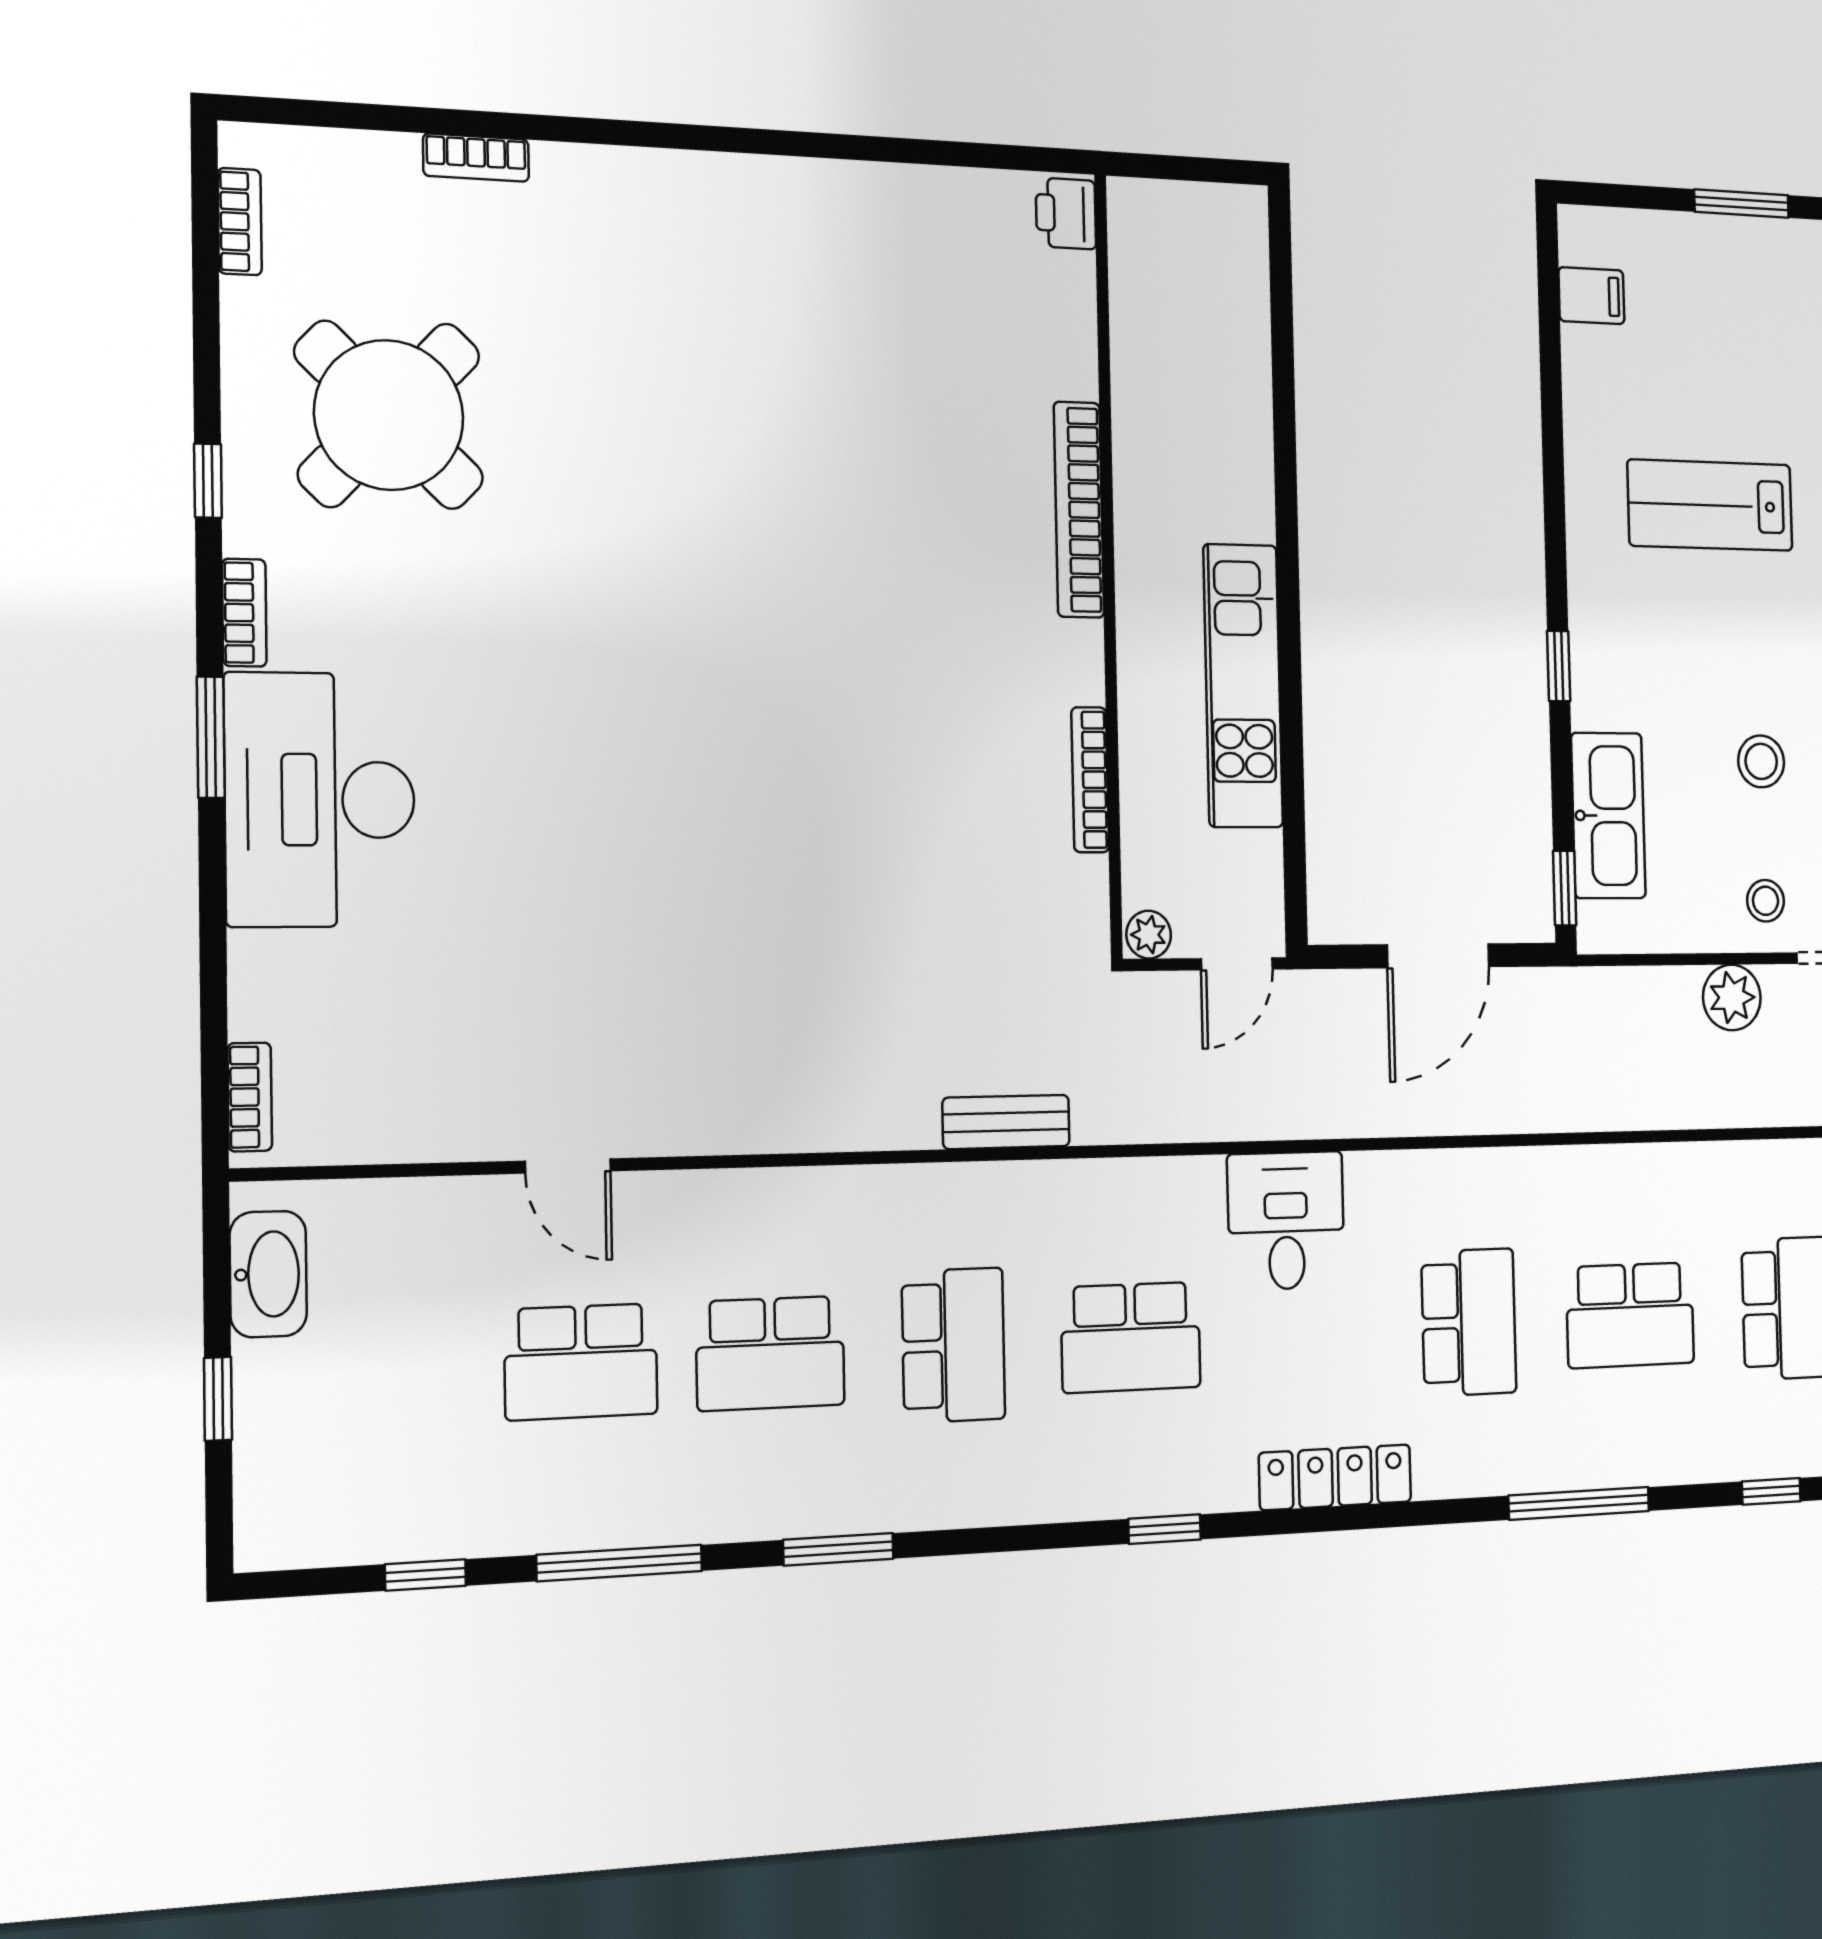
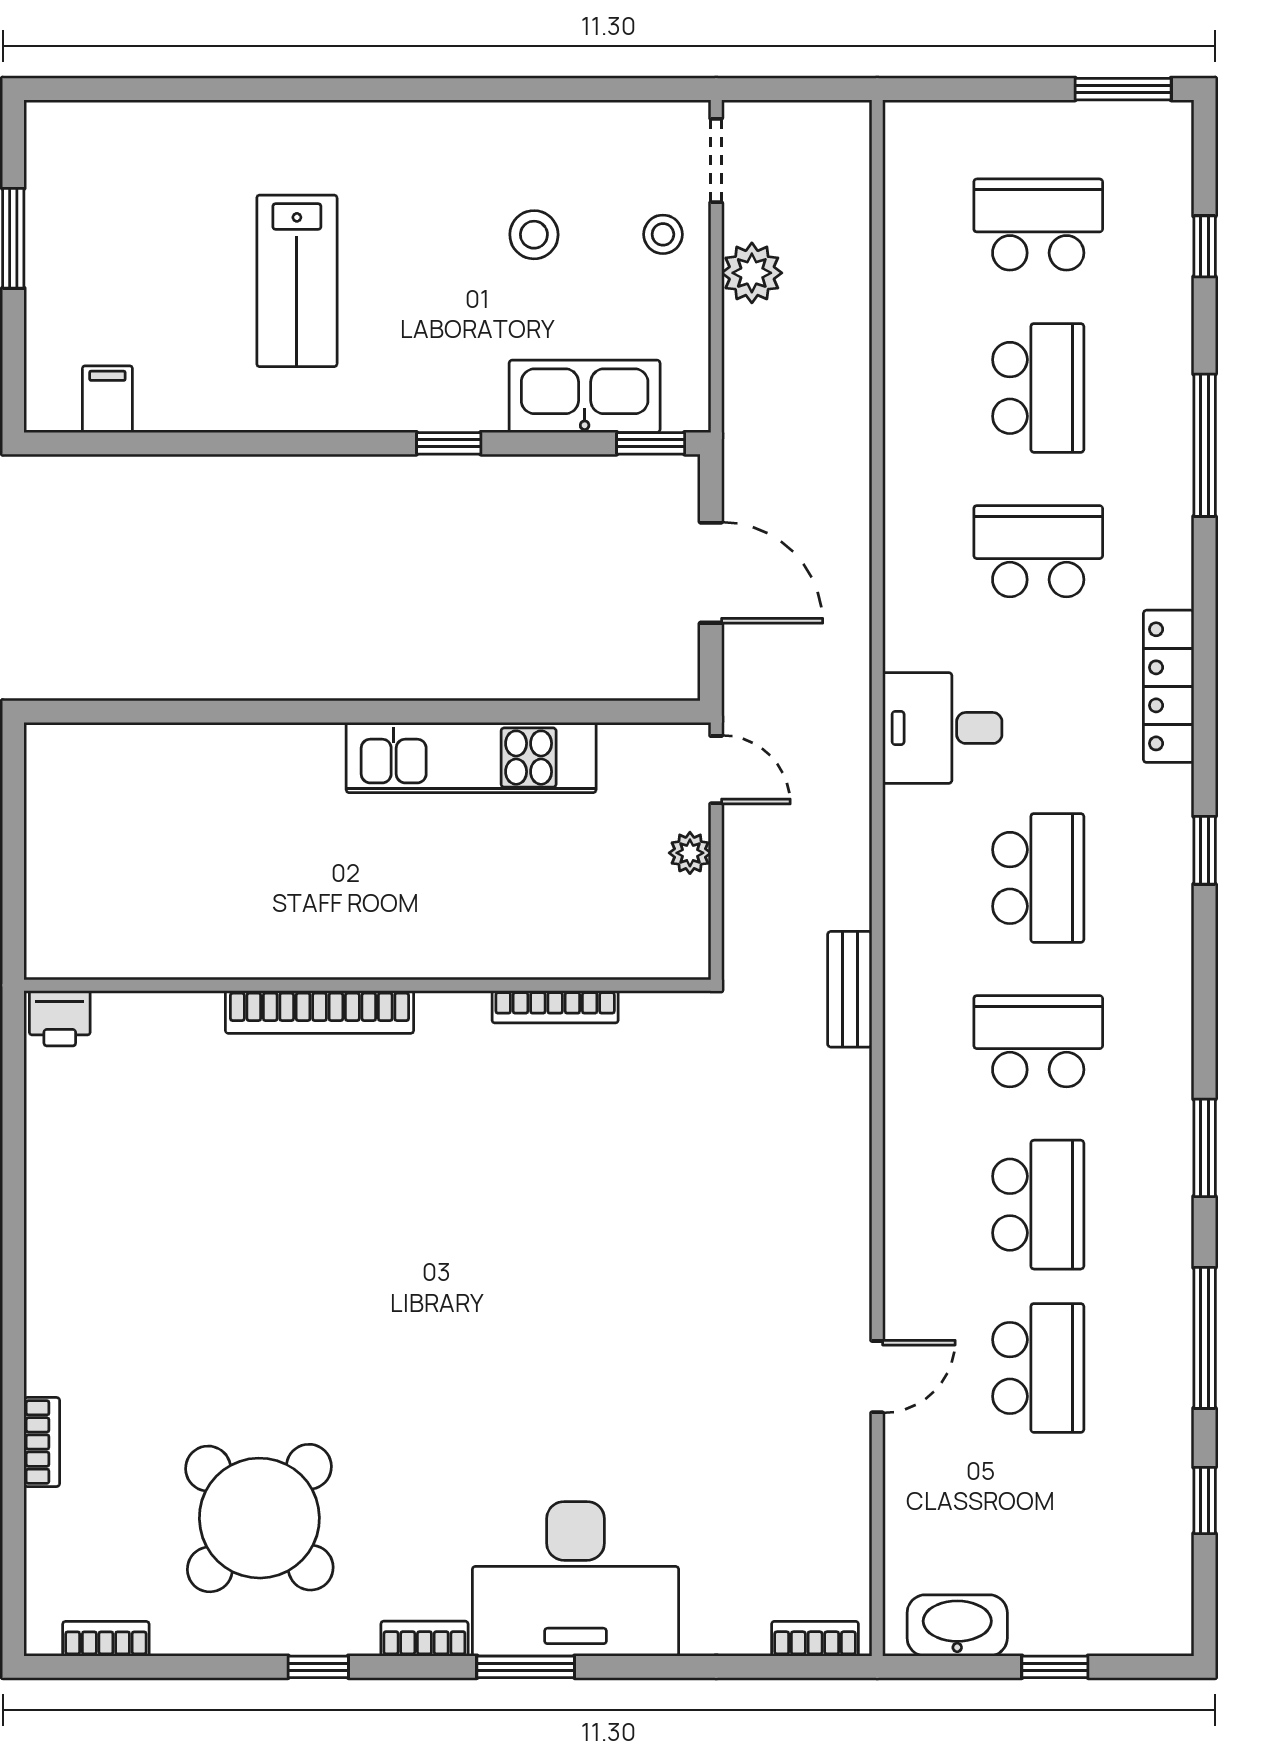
printer: (1066, 214) -> (60, 1018), moved
bookcase: (1079, 510) -> (320, 1012), moved
wall: (1108, 565) -> (367, 985), moved
bookcase: (1090, 780) -> (555, 1007), moved

